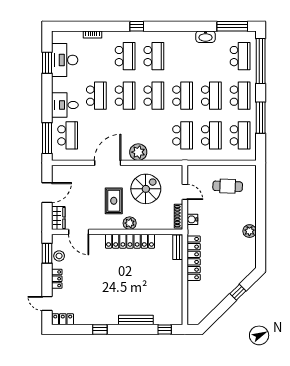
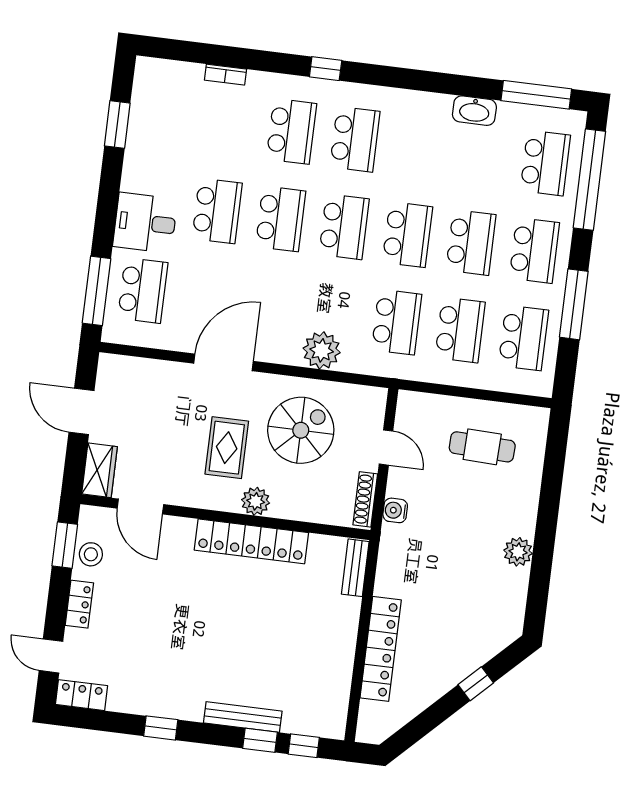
desk: (65, 60) -> (157, 123), removed
plant: (138, 152) -> (322, 350), moved
door: (47, 193) -> (82, 411), swing flipped
locker: (194, 258) -> (381, 649), moved
window: (145, 329) -> (260, 740), added

